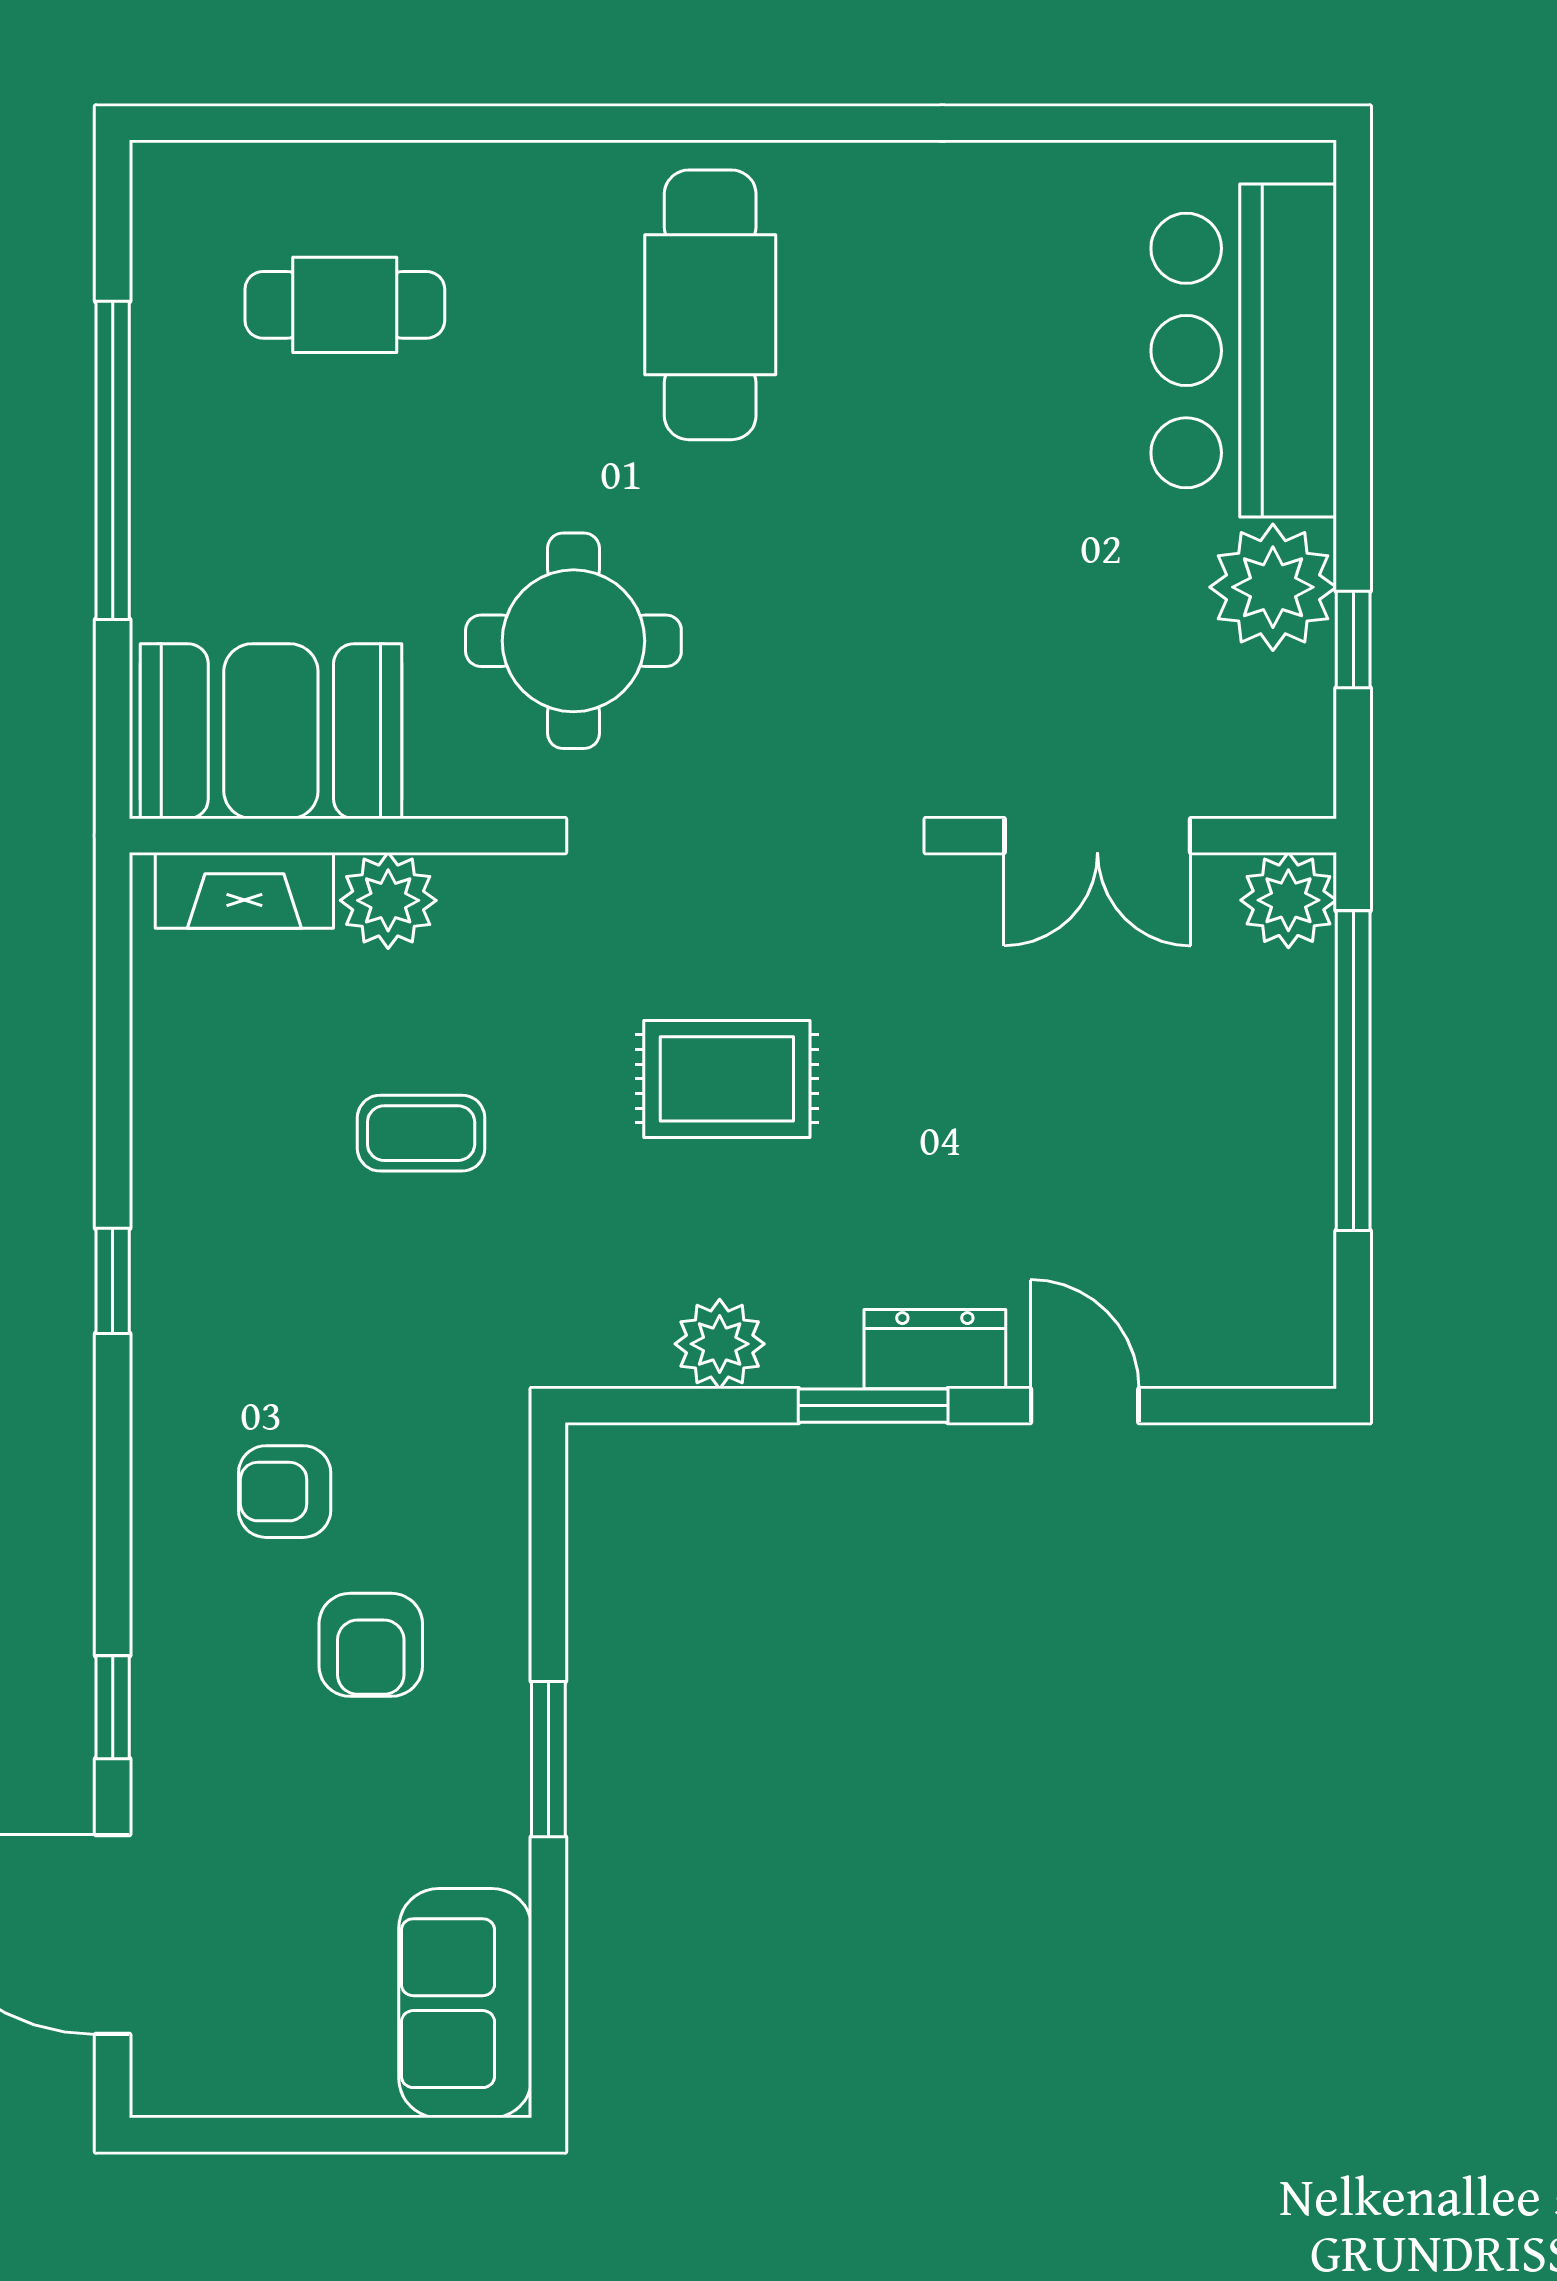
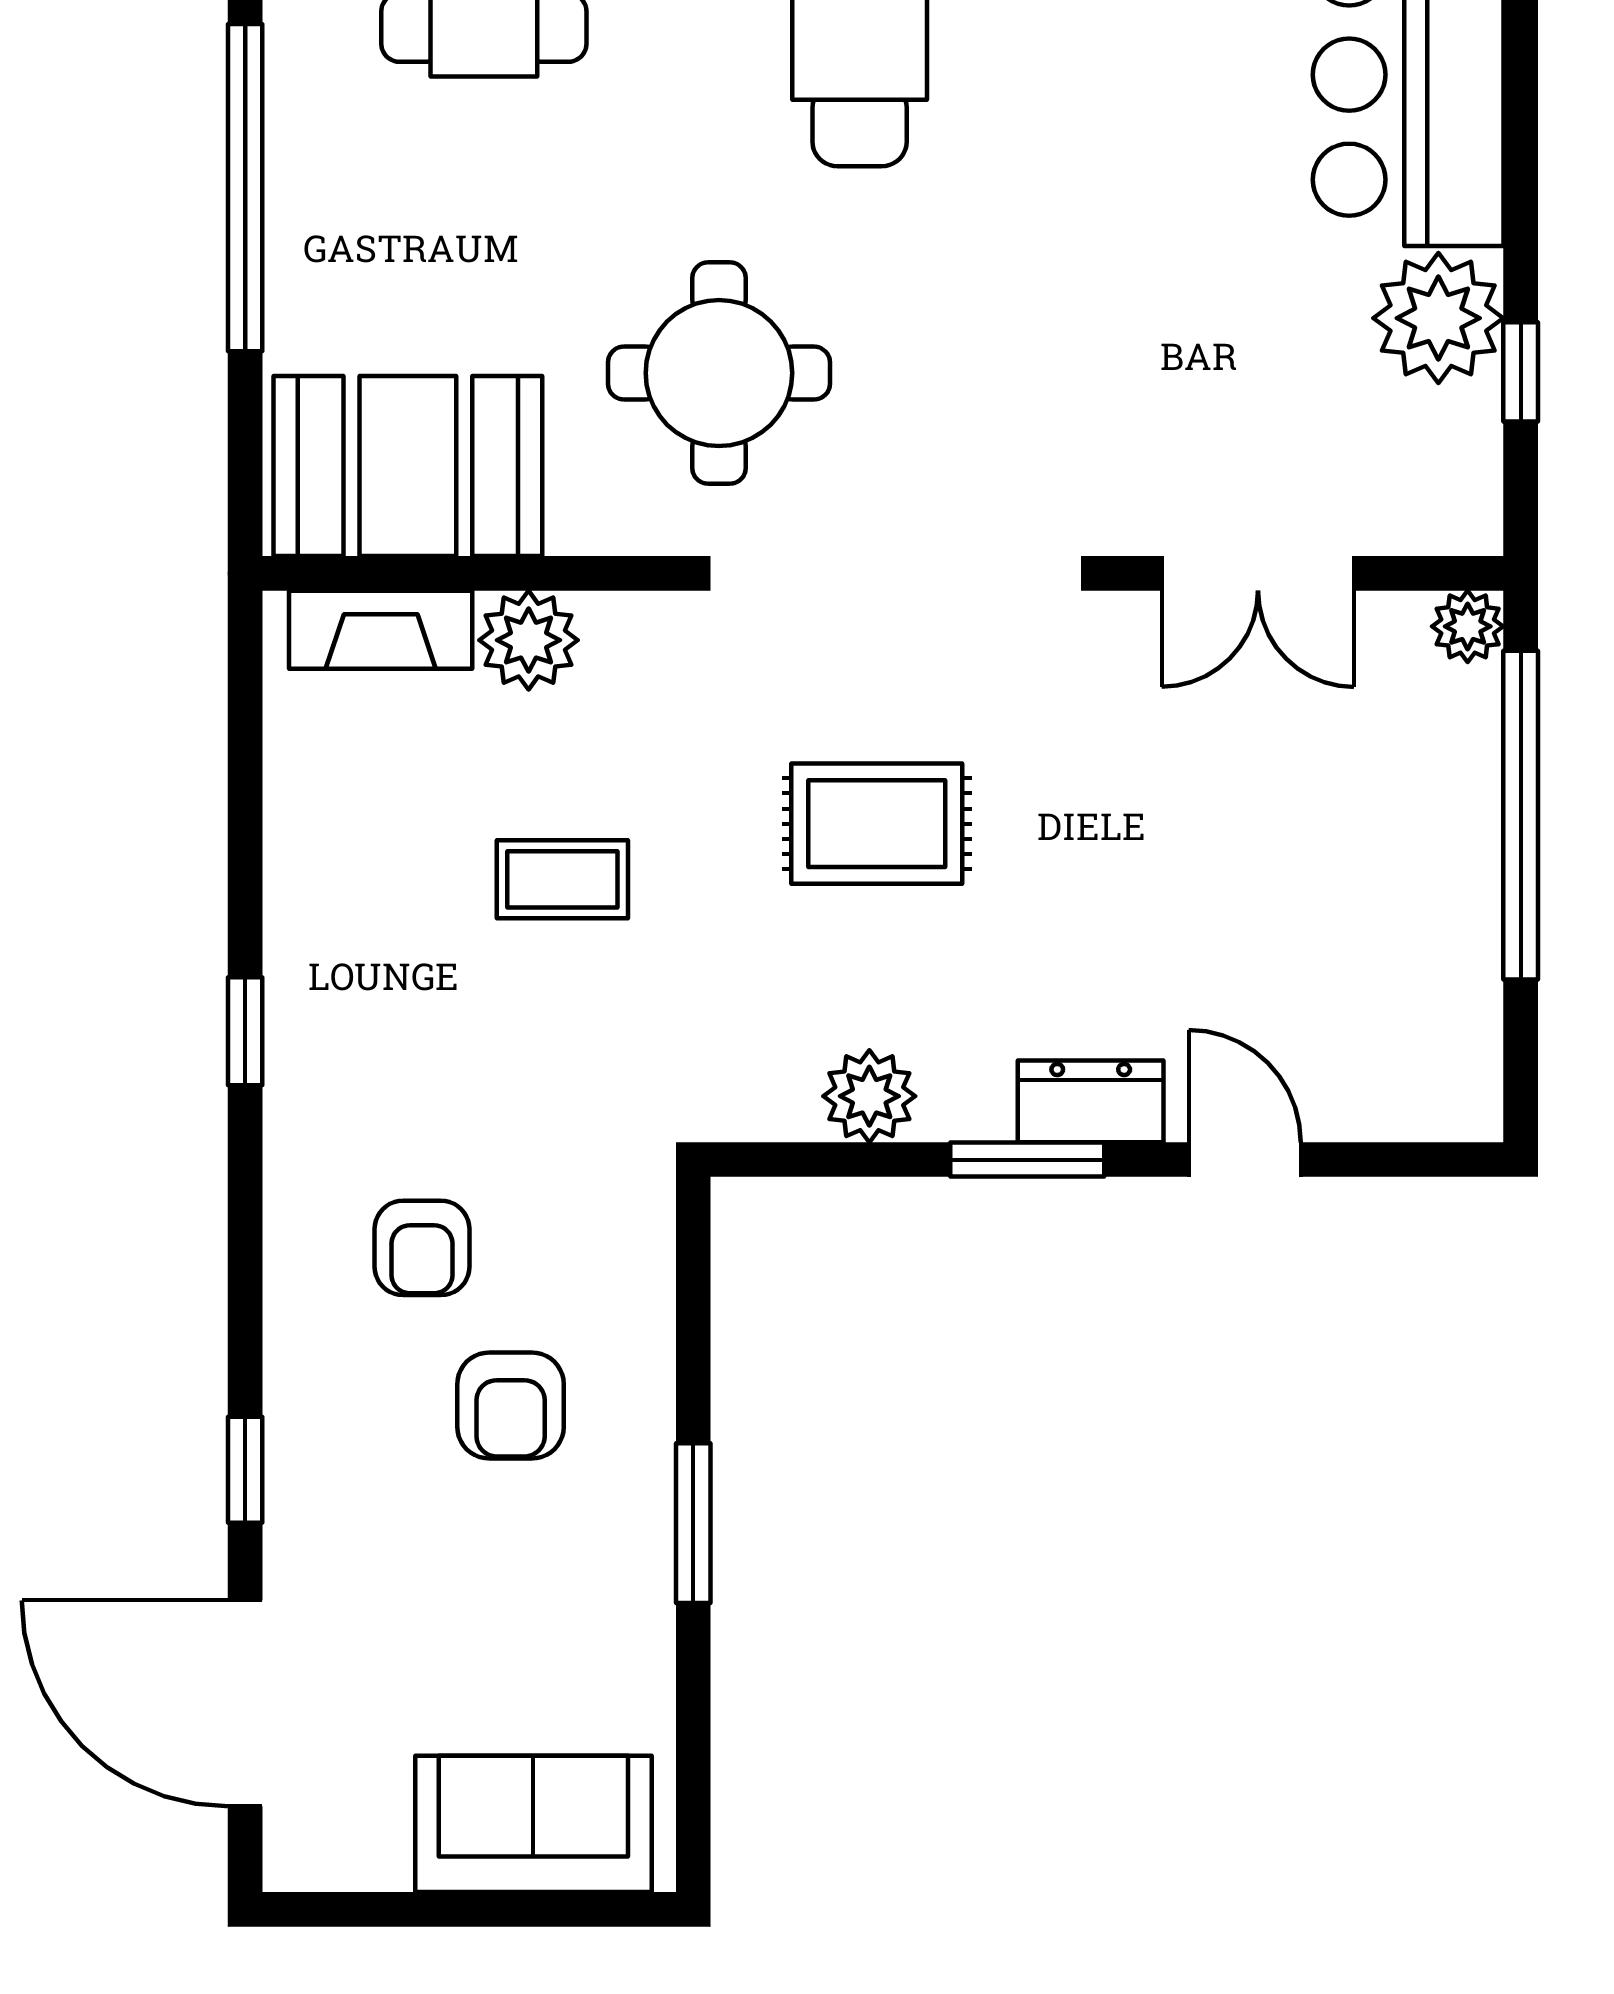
plant: (1288, 900) -> (1468, 626), width x0.73, depth x0.73
armchair: (285, 1492) -> (422, 1248), turned -90
sofa: (465, 2003) -> (533, 1824), moved, turned 90

